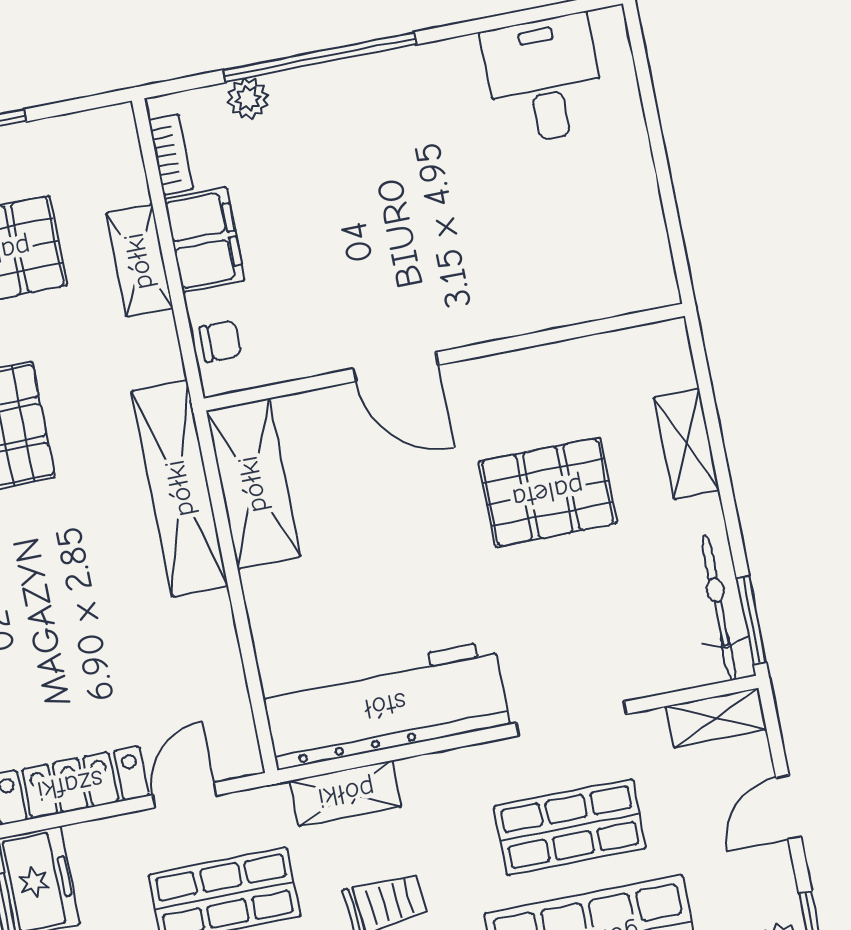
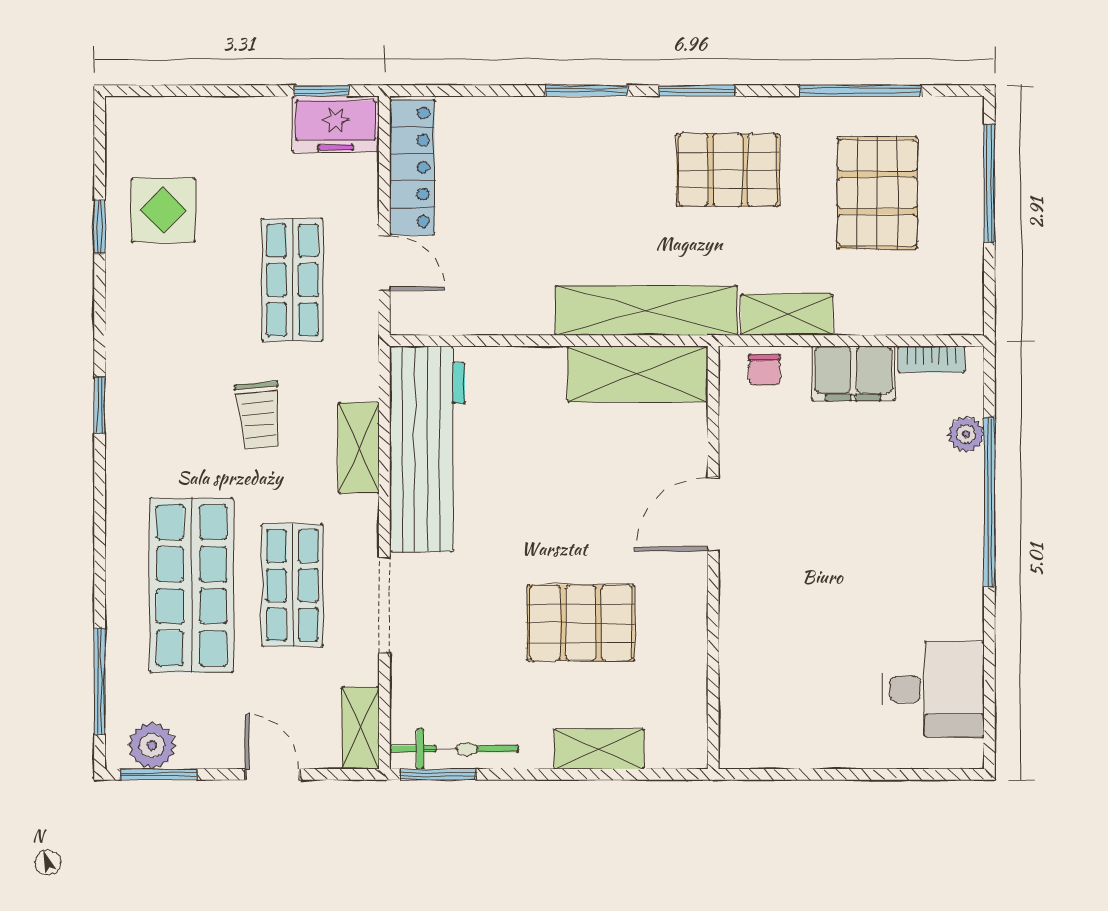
shelving: (139, 261) -> (787, 315), moved
pallet: (548, 492) -> (581, 623), turned 90
shelving: (346, 793) -> (359, 448), moved

